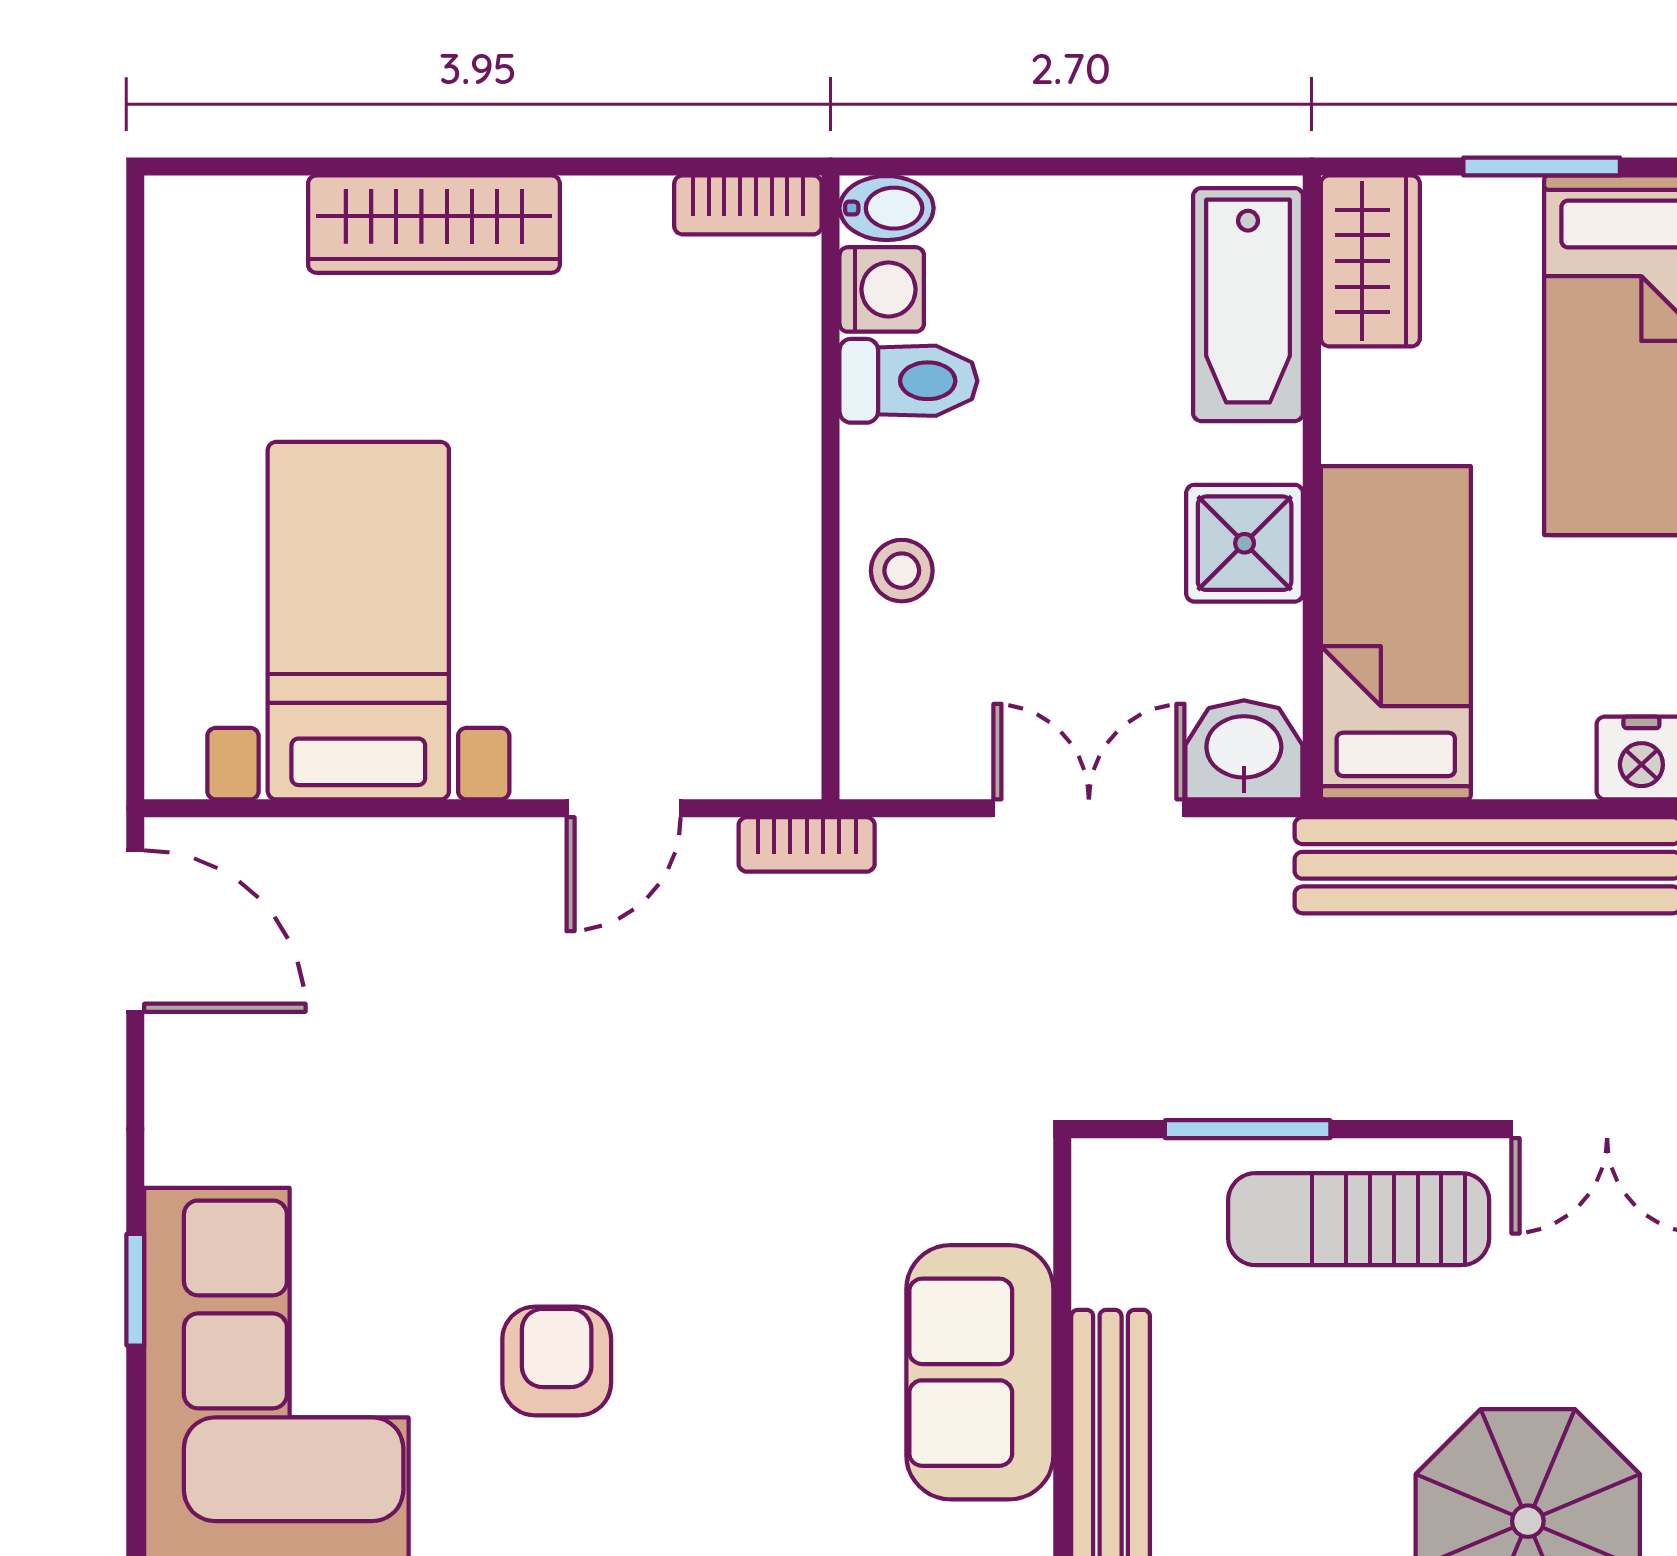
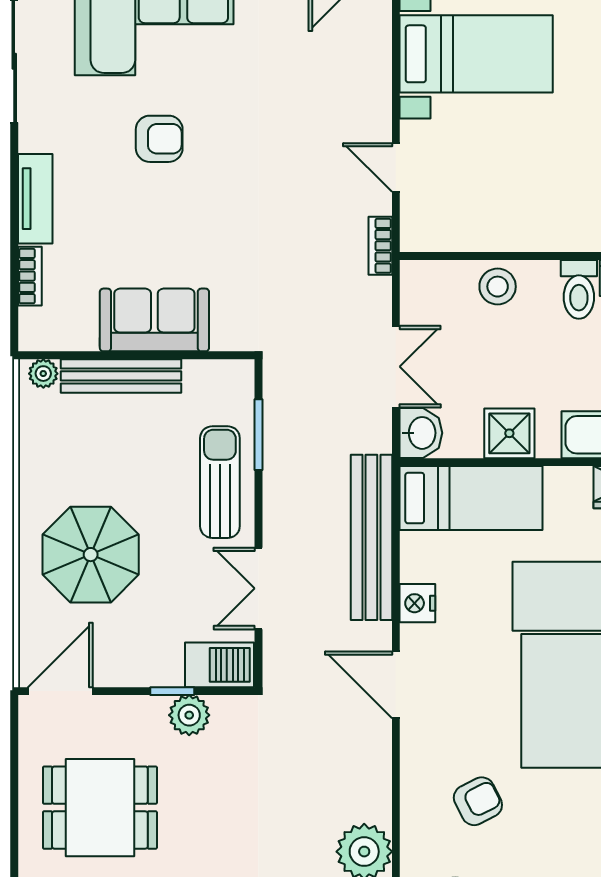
stool: (902, 571) -> (498, 287), width x1.37, depth x1.37

